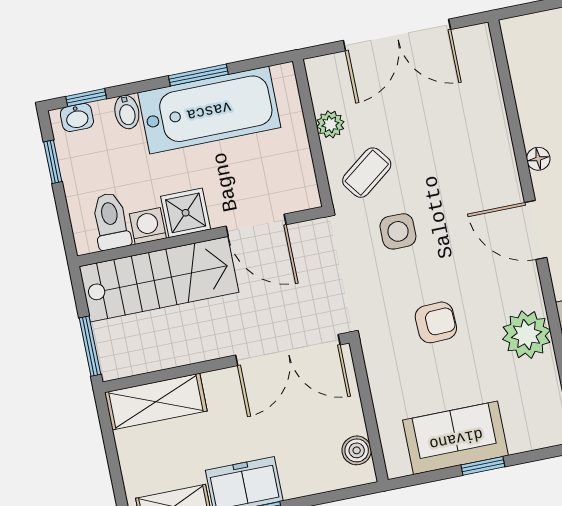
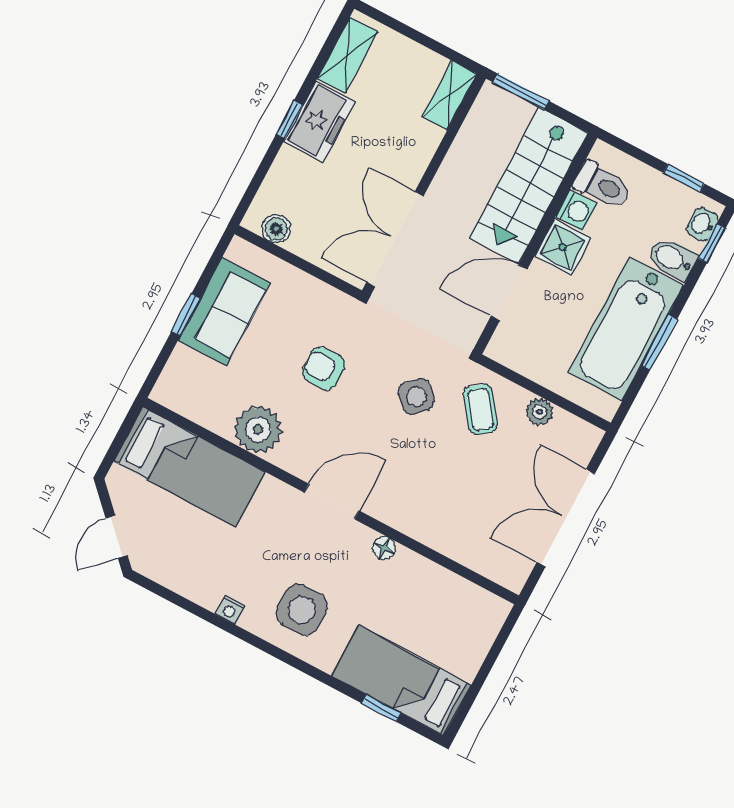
bidet: (127, 112) -> (672, 259), width x1.38, depth x1.36
side table: (398, 231) -> (416, 396), turned 45
armchair: (436, 322) -> (324, 368), turned 92
shelving: (156, 402) -> (450, 95), width x0.67, depth x0.75

